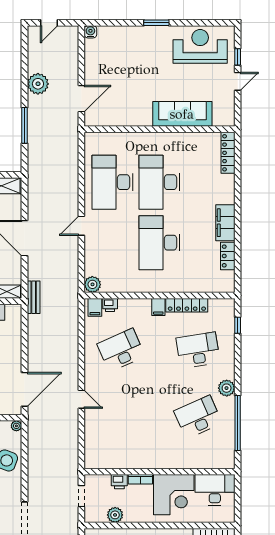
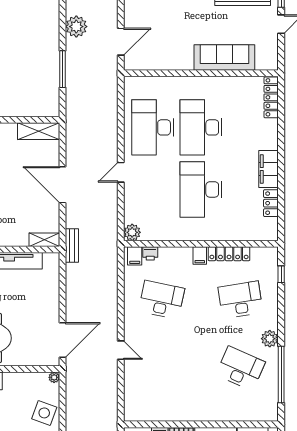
desk: (121, 350) -> (161, 300), turned 36
desk: (198, 417) -> (240, 368), turned 48

